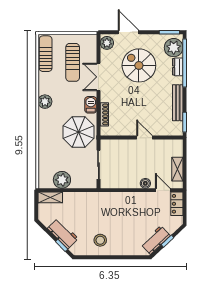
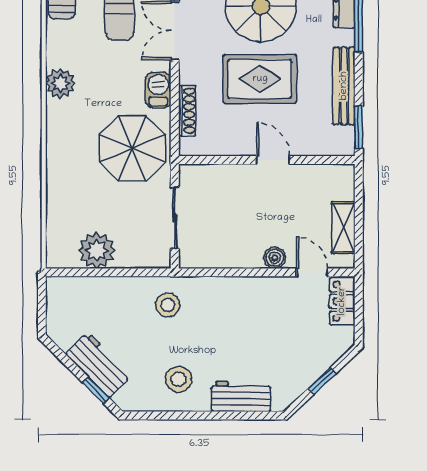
rug: (138, 100) -> (260, 79), added
shelving: (50, 197) -> (72, 288), removed
stool: (95, 205) -> (168, 305), added
workbench: (156, 240) -> (241, 396), moved, turned 43

